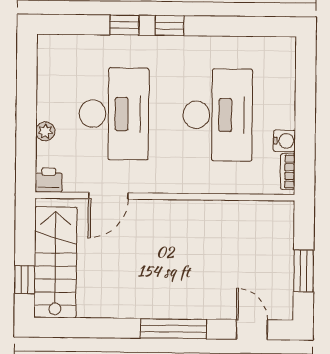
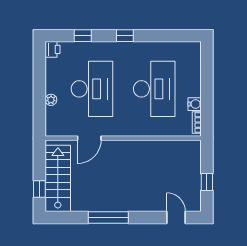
window: (124, 25) -> (83, 36), moved
printer: (49, 180) -> (53, 49), moved, turned 90
window: (304, 271) -> (207, 182), width x0.67
window: (173, 329) -> (108, 217), moved

